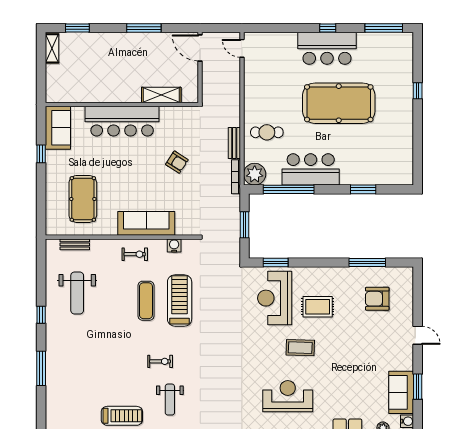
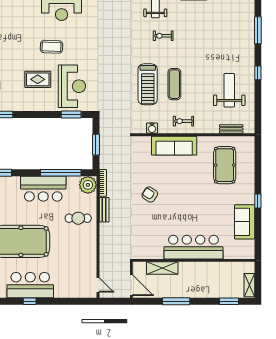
shelving: (161, 95) -> (162, 268), moved
wall: (122, 104) -> (194, 260), moved
bar counter: (122, 121) -> (193, 247), moved

